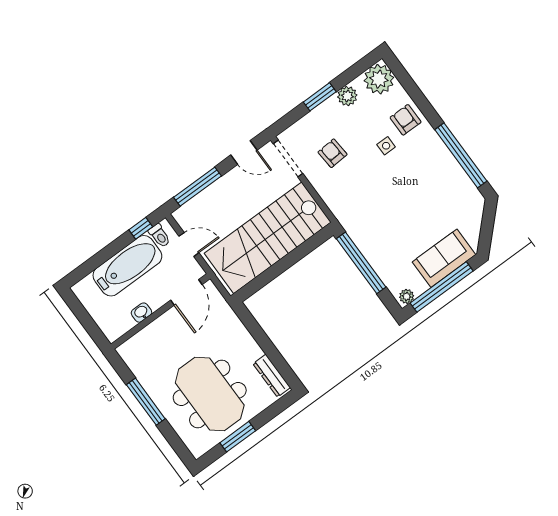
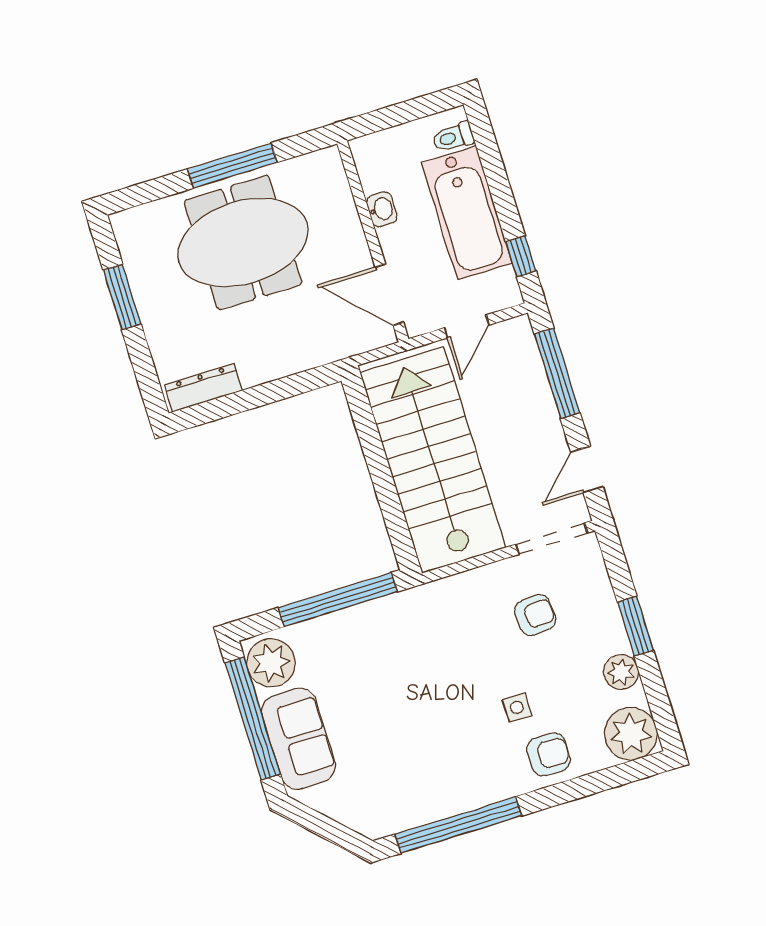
toilet: (160, 236) -> (453, 137), moved
plant: (407, 296) -> (271, 663), width x1.87, depth x1.87
meeting table: (210, 394) -> (243, 243), moved

